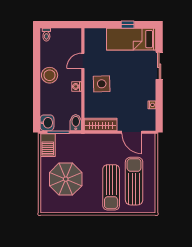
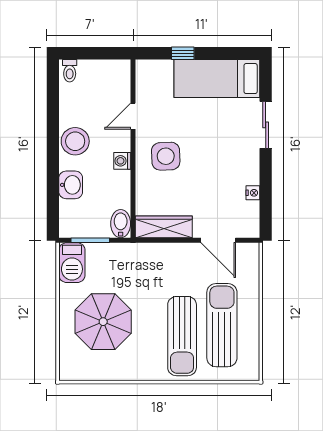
window: (128, 25) -> (183, 53), moved
washbasin: (47, 123) -> (71, 185), moved

